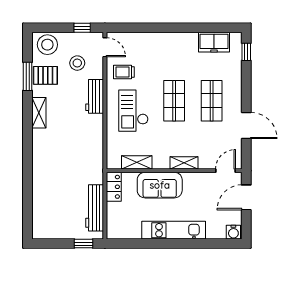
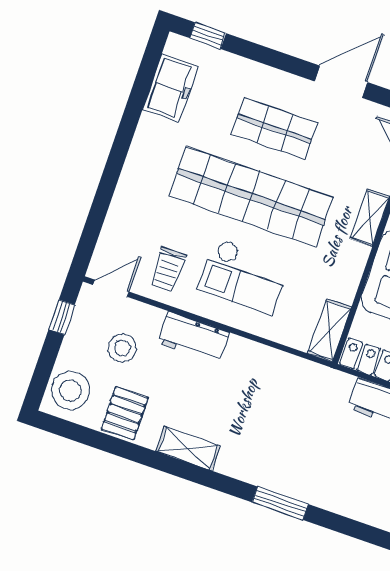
window: (28, 76) -> (280, 503), moved
shop shelf: (174, 101) -> (251, 197), width x2.00, depth x1.36
shelving: (137, 162) -> (330, 330), moved

